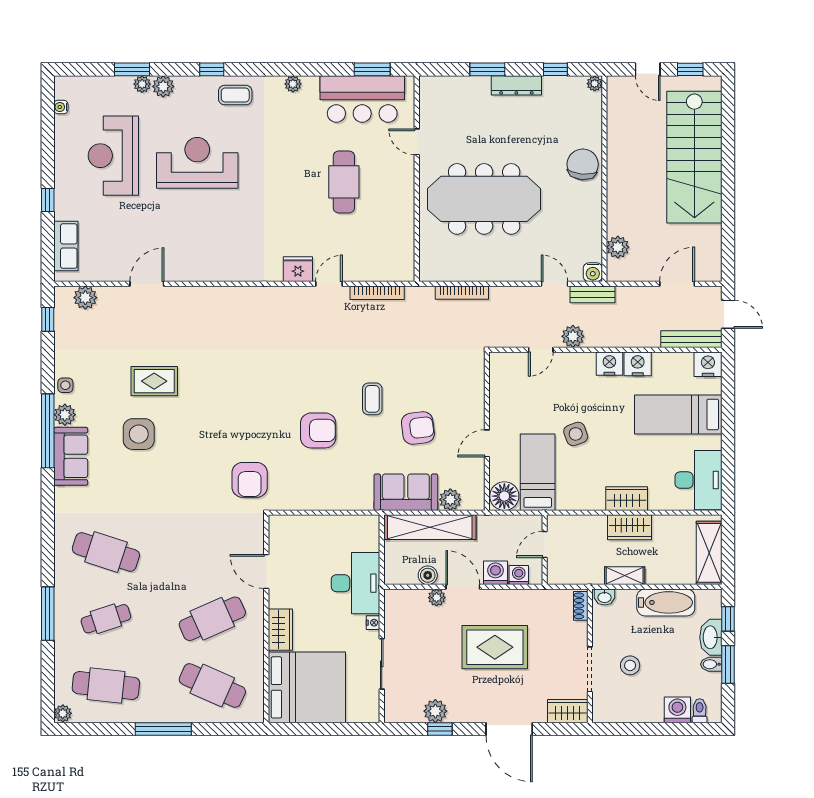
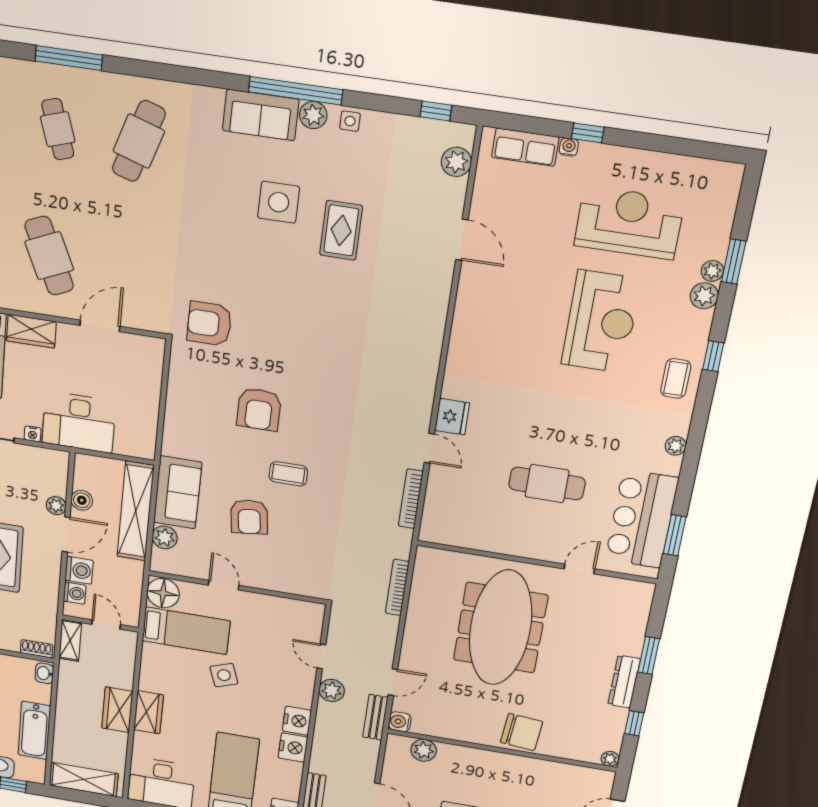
water cooler: (61, 107) -> (569, 147), moved
shelving: (625, 576) -> (70, 640), moved

